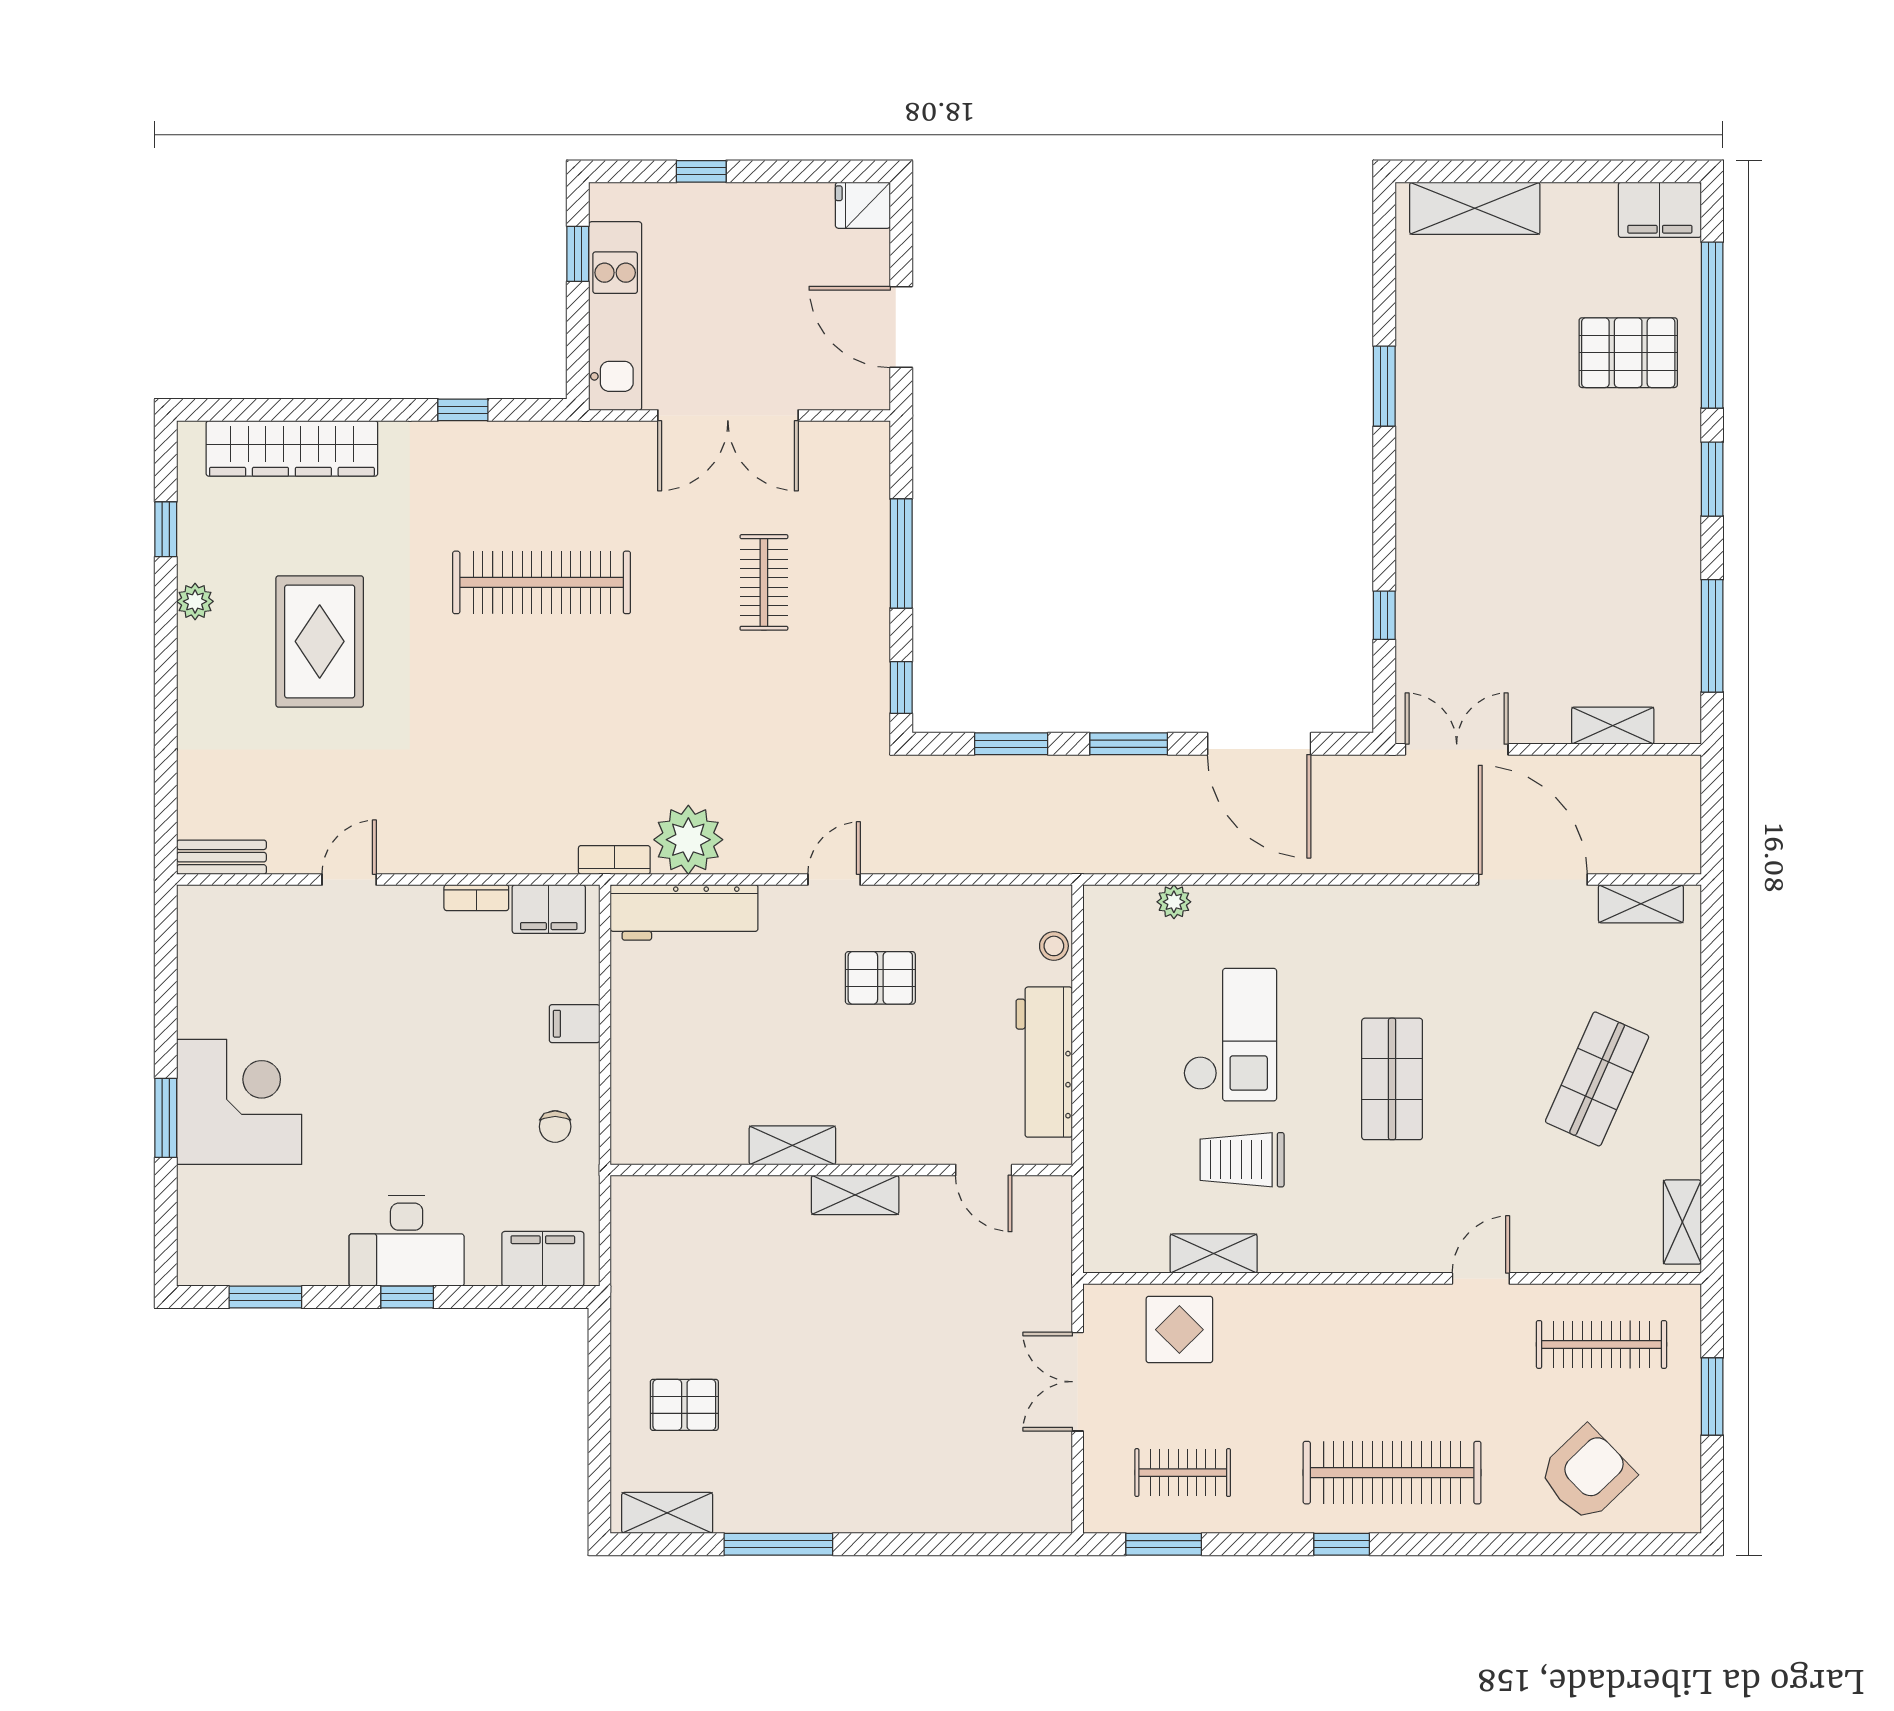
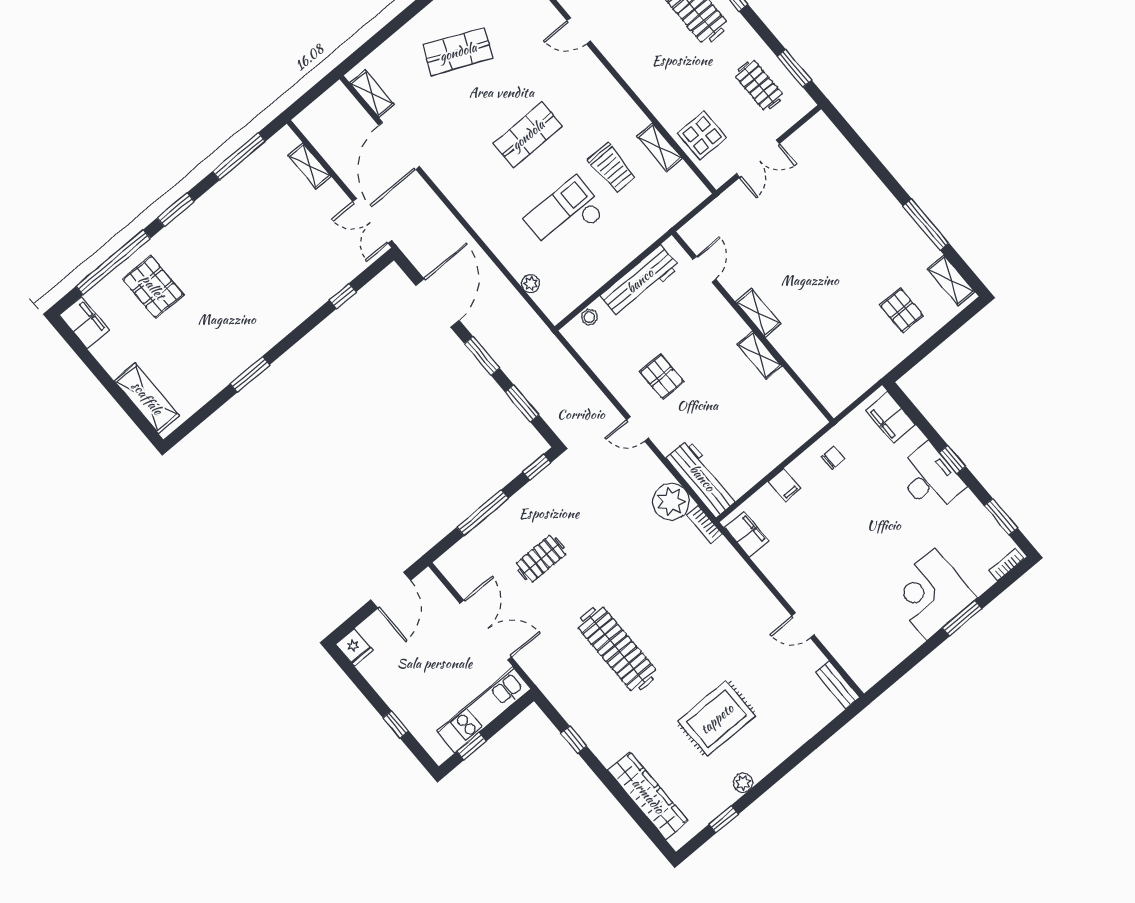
bookcase: (476, 898) -> (1006, 565), moved, turned -90

